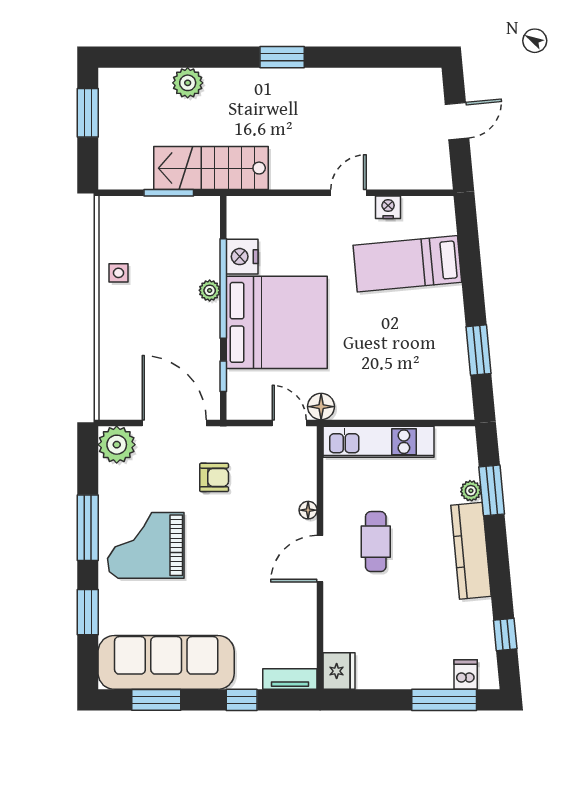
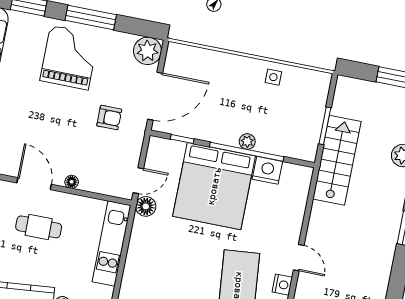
armchair: (214, 477) -> (109, 118), turned -90

